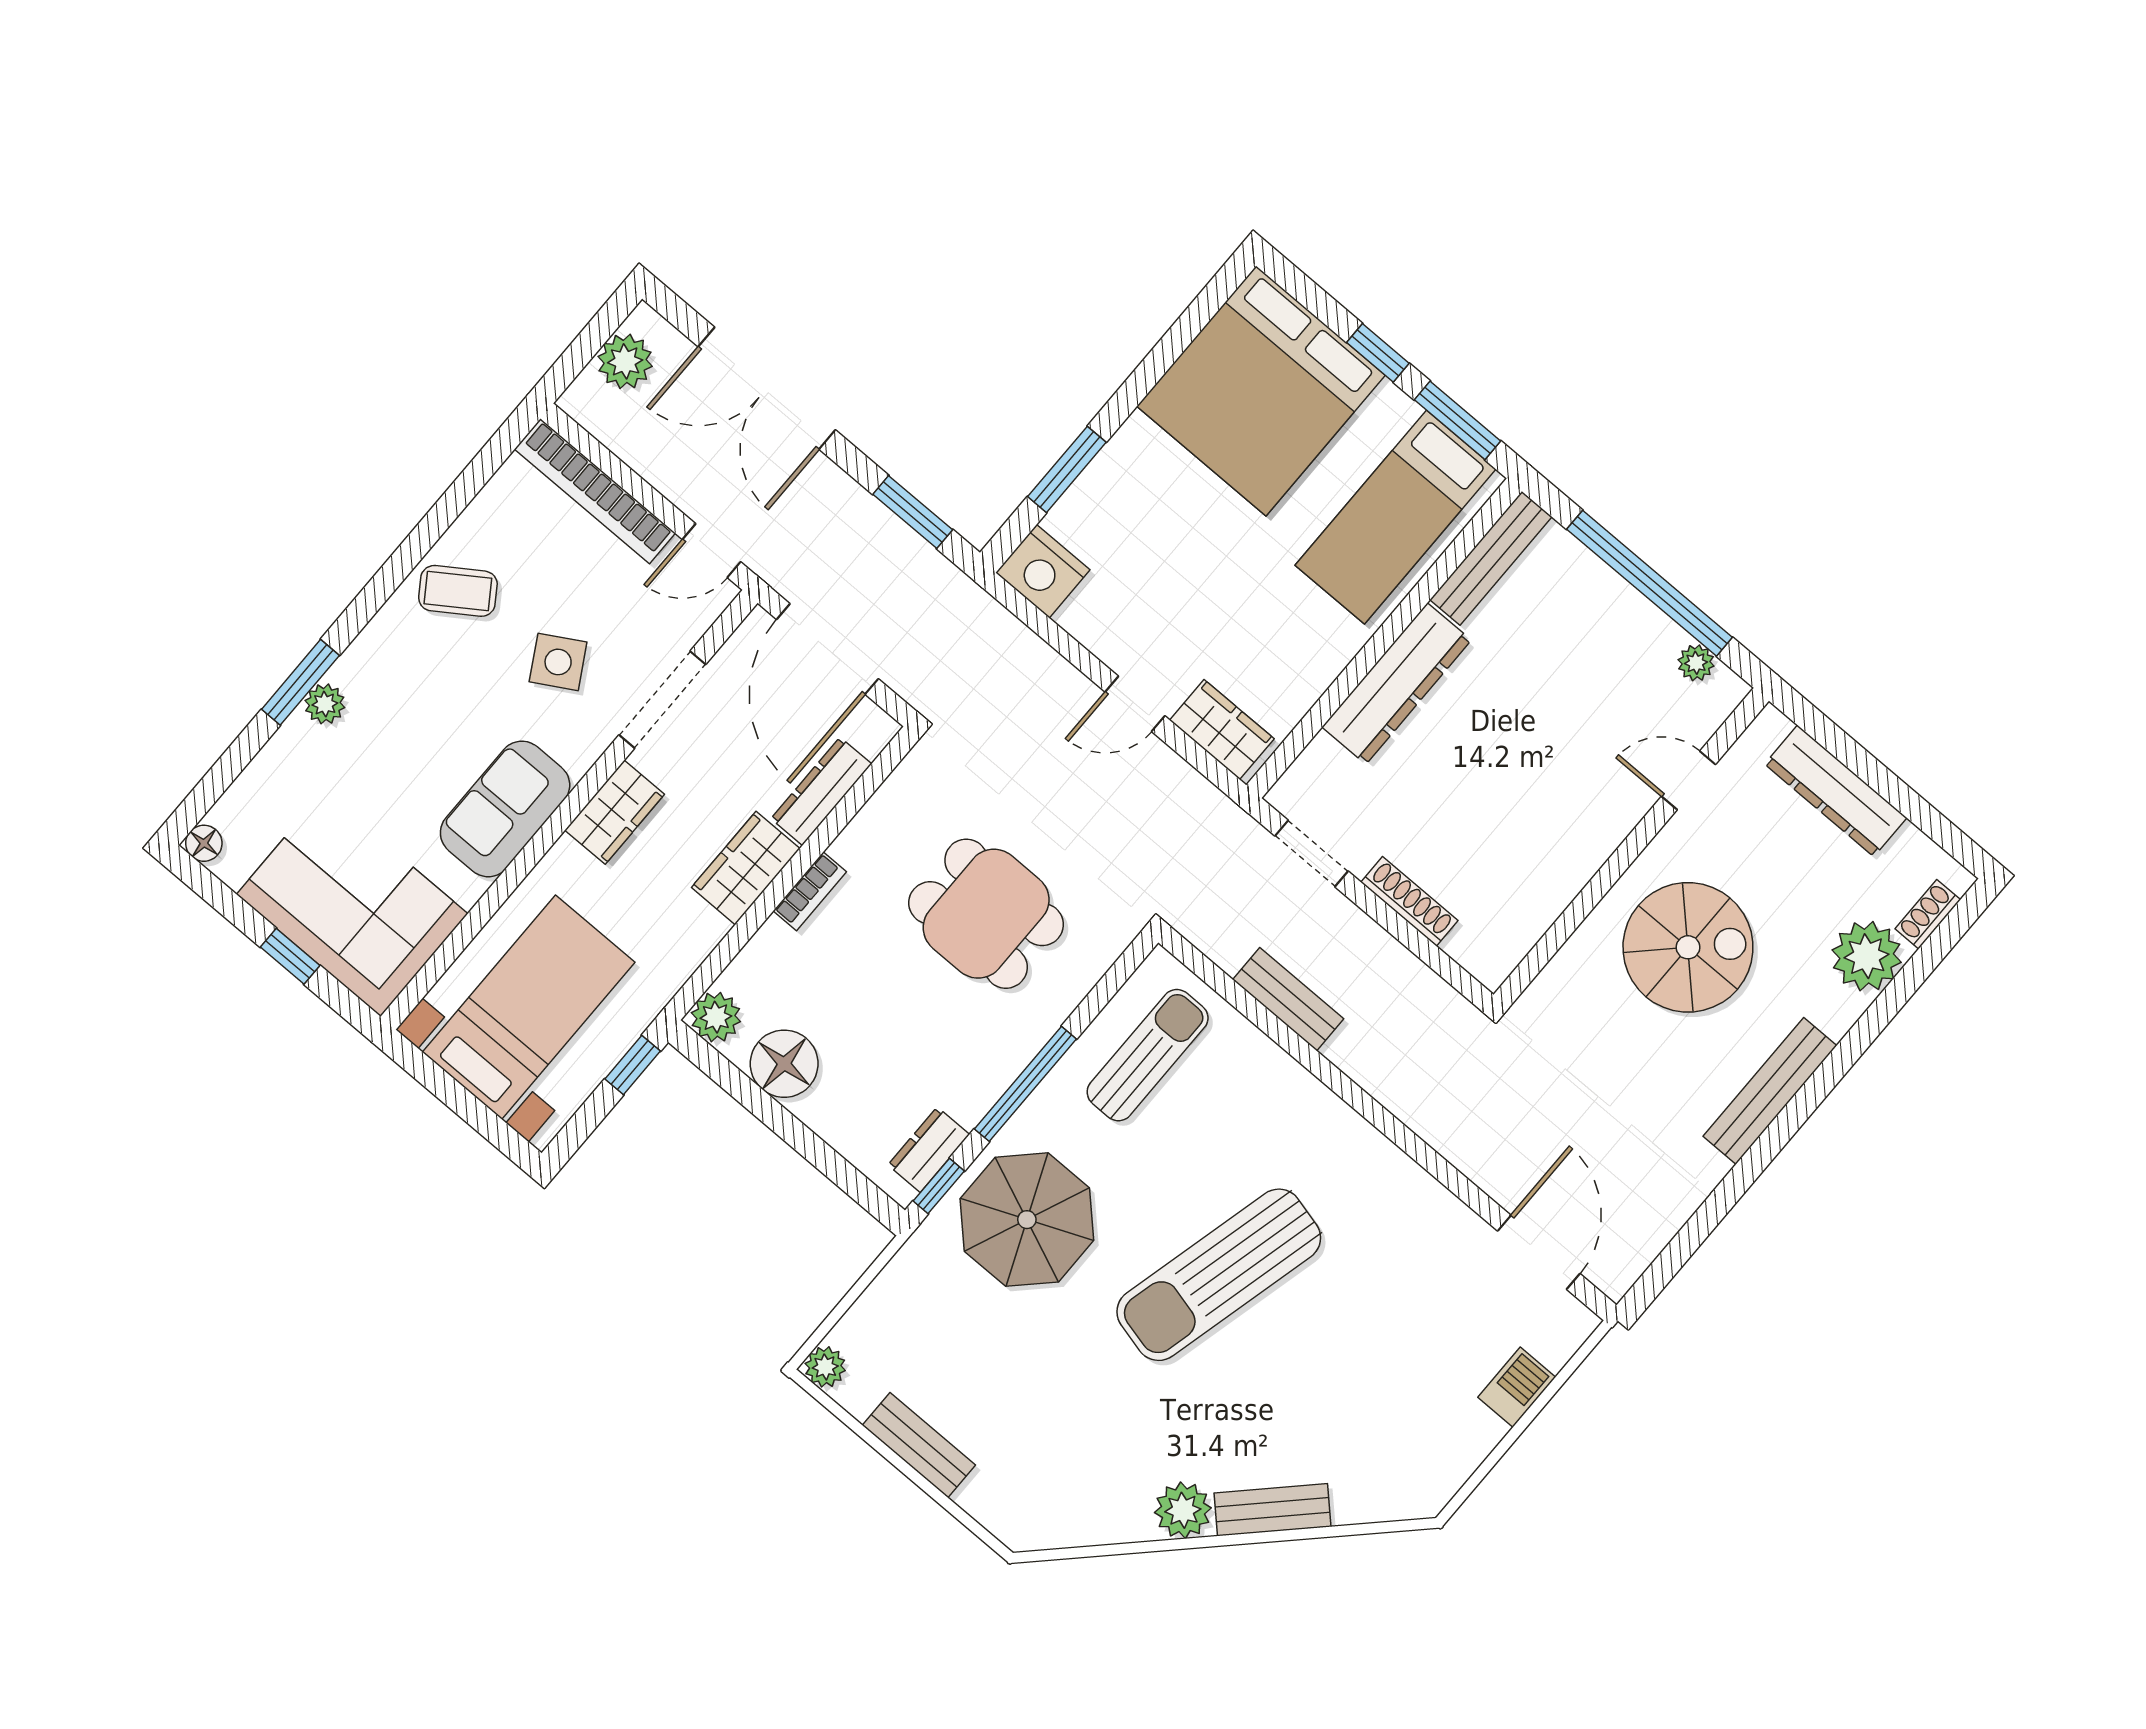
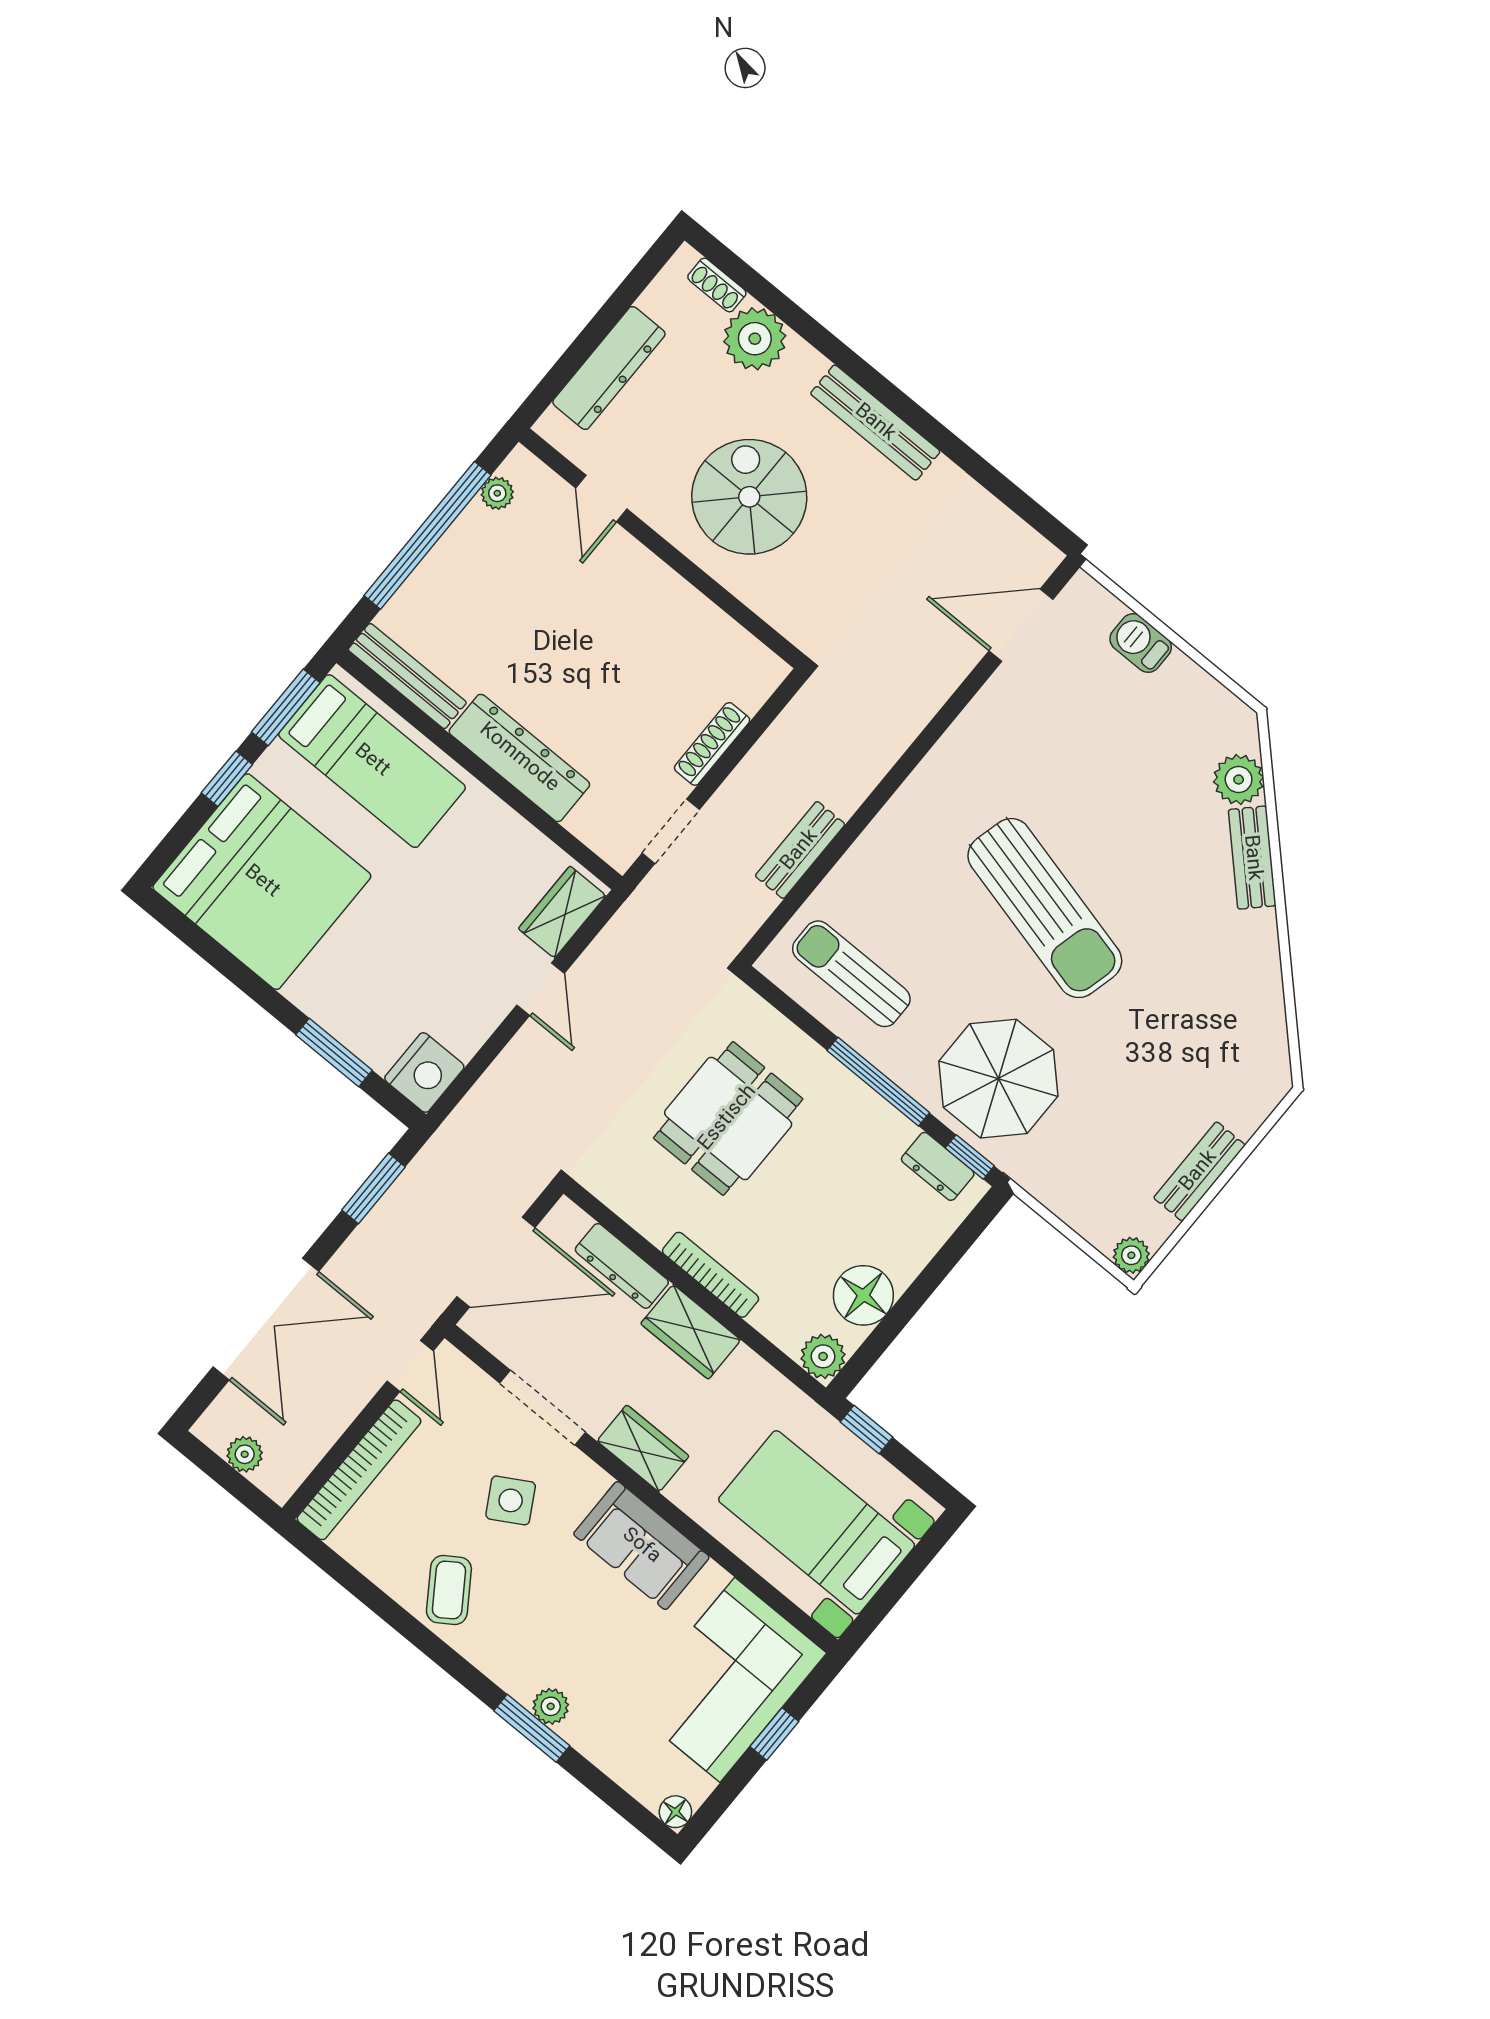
plant: (625, 361) -> (245, 1454), width x0.73, depth x0.73
bookcase: (810, 891) -> (711, 1275), width x1.56
plant: (1183, 1510) -> (1239, 779), moved

